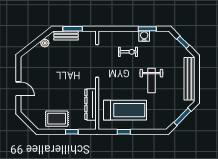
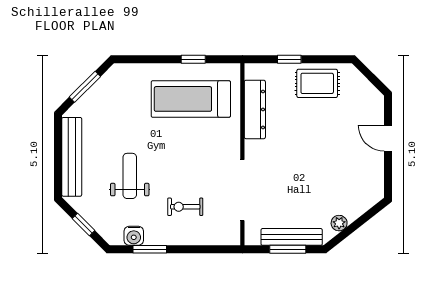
bench: (66, 36) -> (292, 237), width x1.36
water cooler: (144, 36) -> (134, 236), moved
weight bench: (151, 80) -> (130, 176), moved

